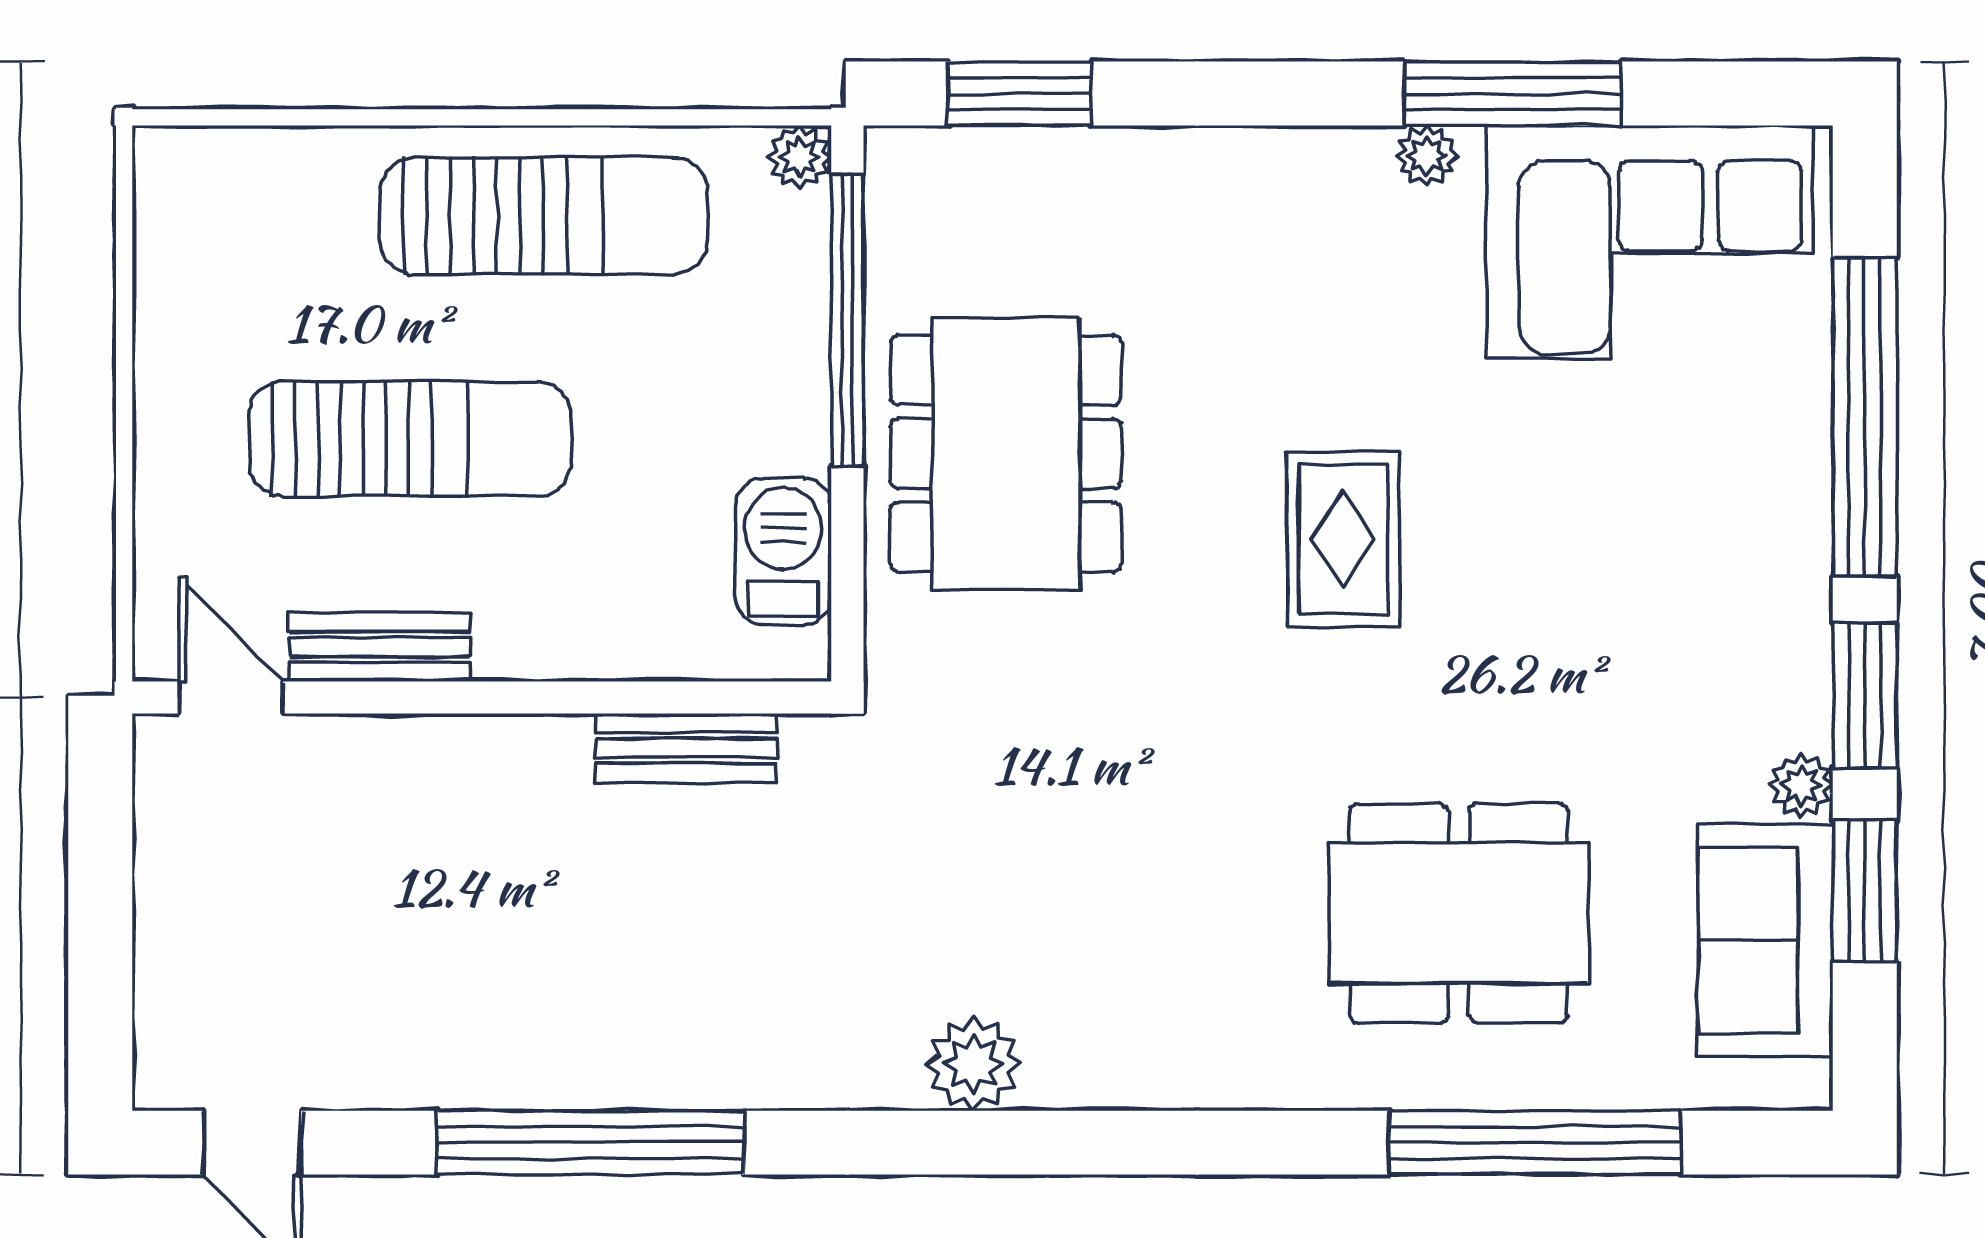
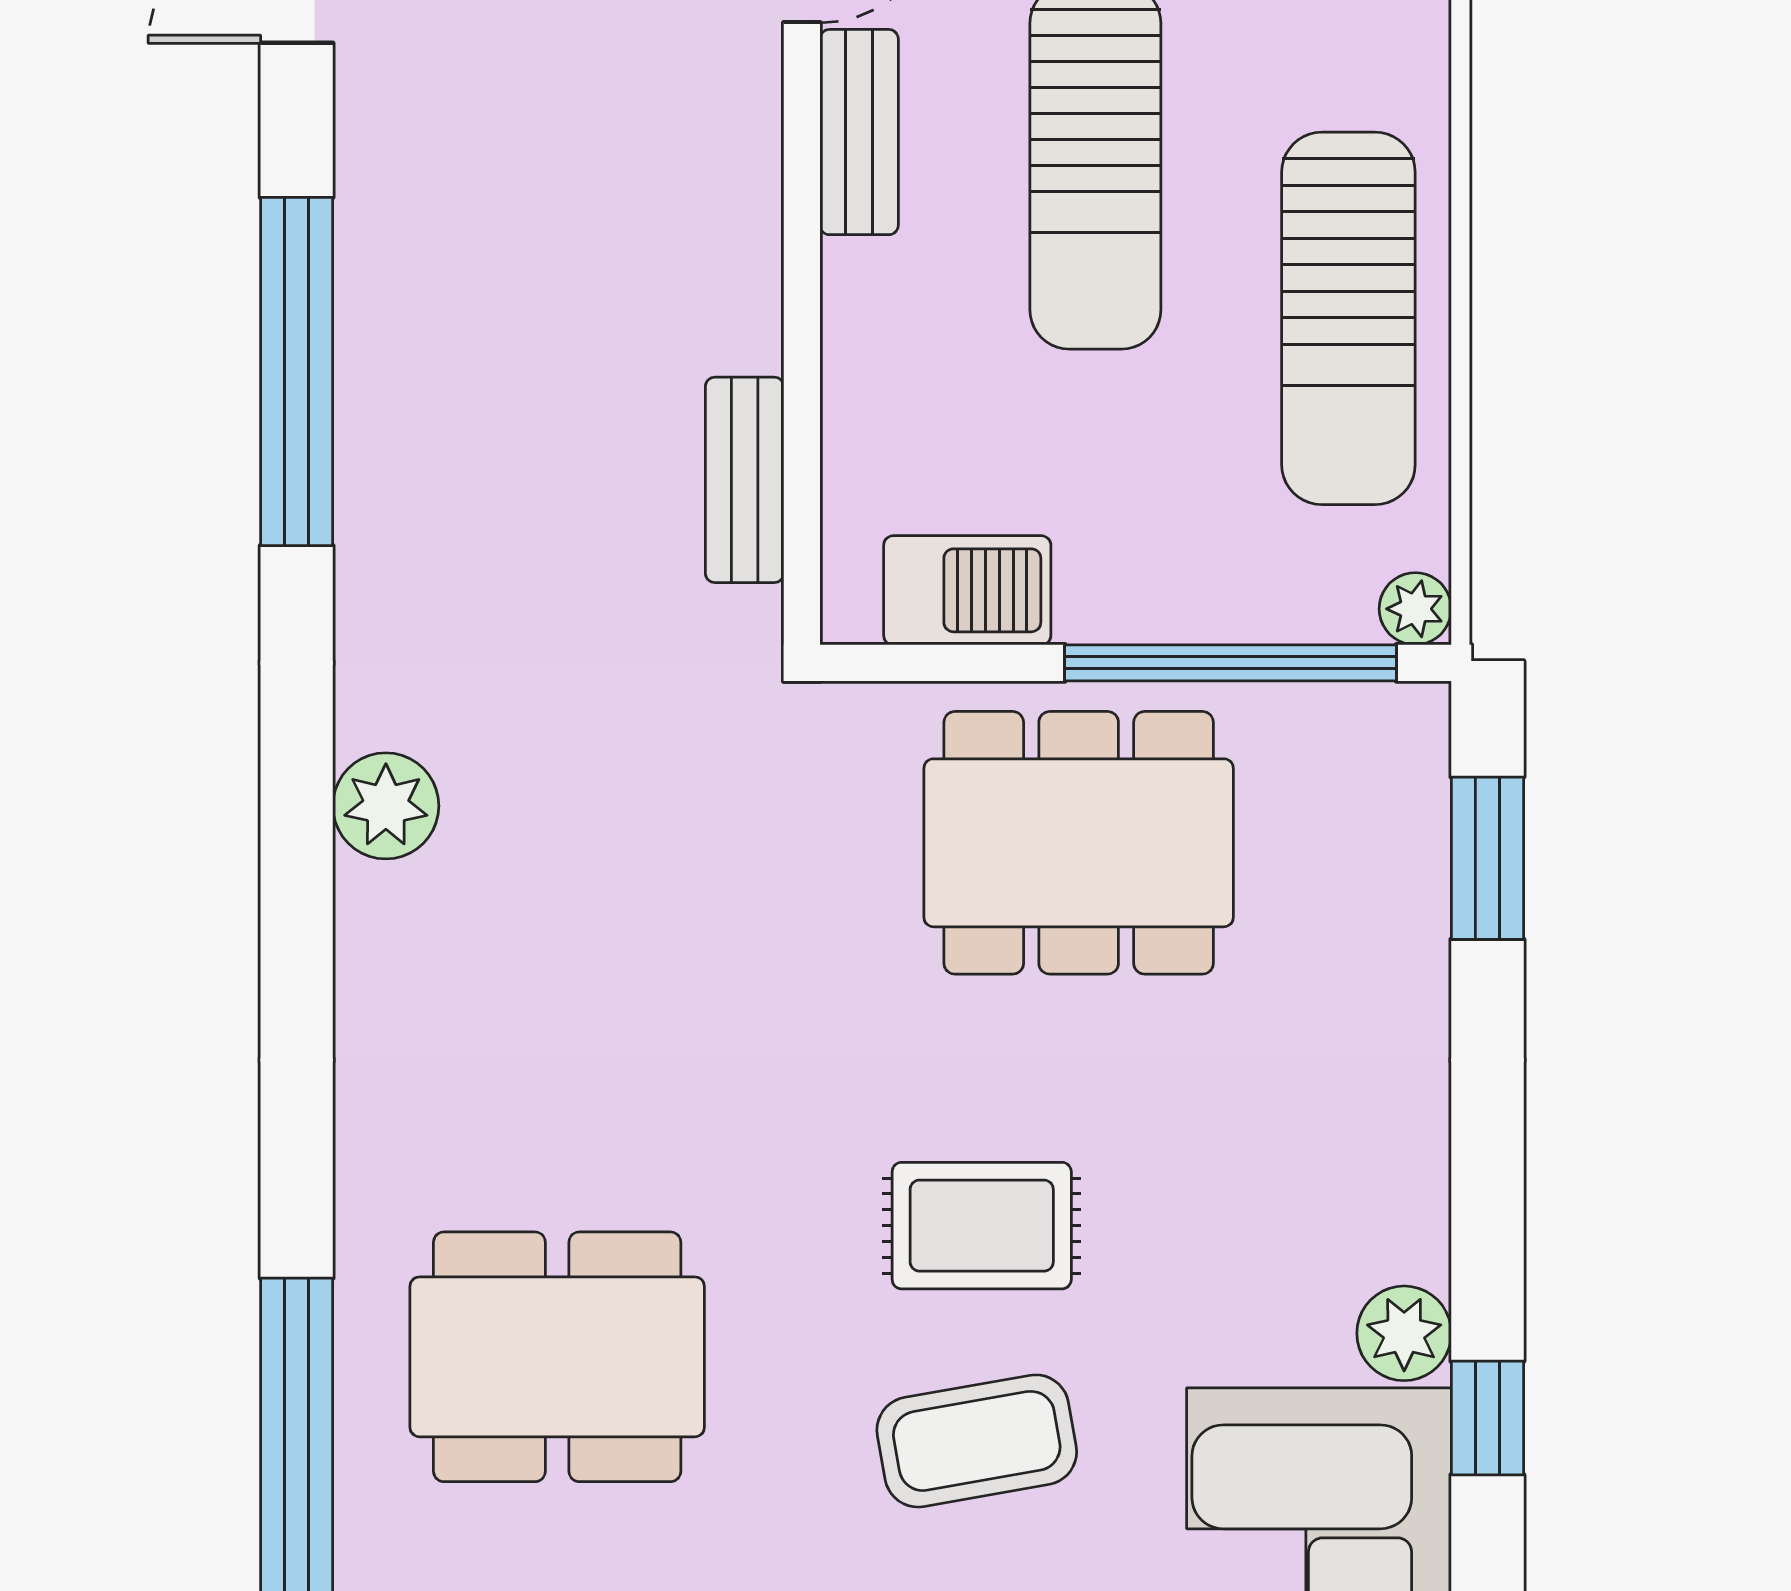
window: (1513, 93) -> (1487, 1418), width x0.46
plant: (1427, 156) -> (1404, 1333), width x1.38, depth x1.38
coffee table: (1533, 543) -> (977, 1441), added
dining table: (1459, 913) -> (557, 1357), turned 90

